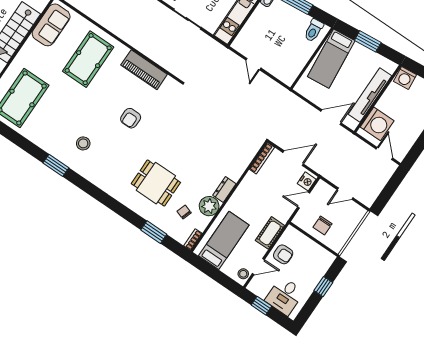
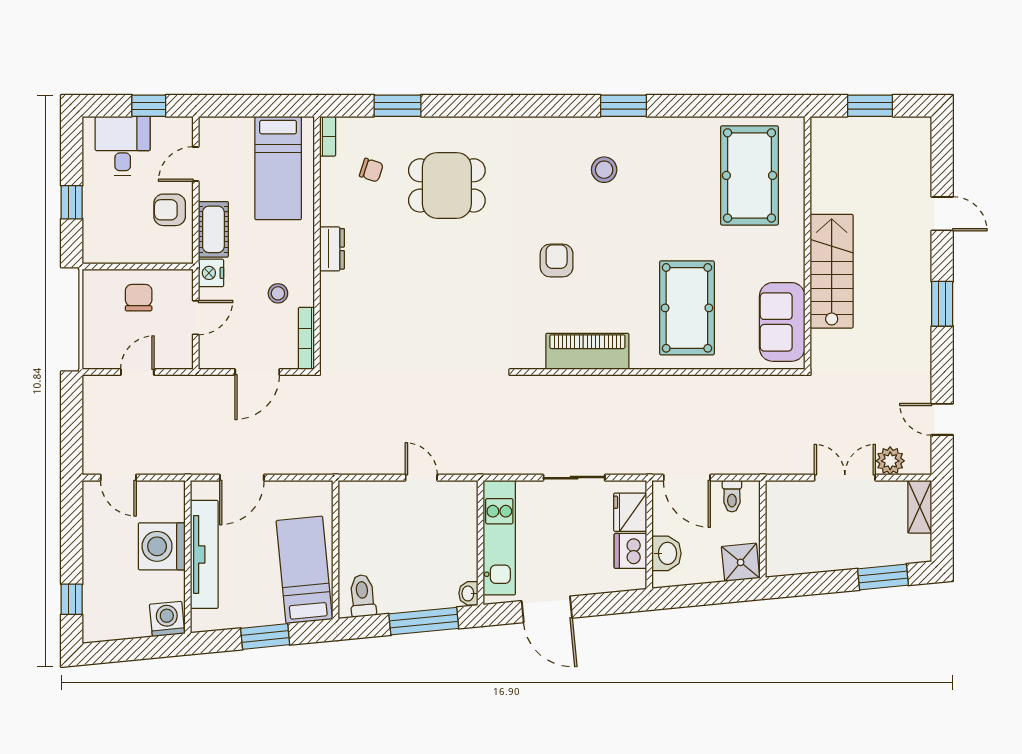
washing machine: (377, 124) -> (162, 546), moved
nightstand: (307, 181) -> (211, 273), moved
plant: (209, 206) -> (338, 206), removed
stool: (243, 274) -> (278, 293), moved

